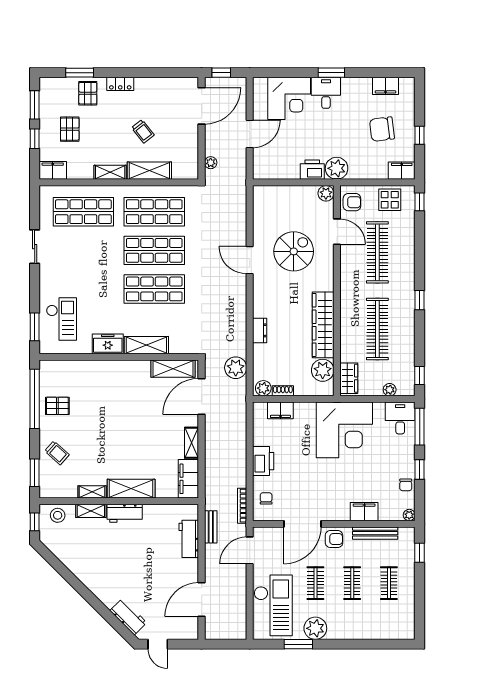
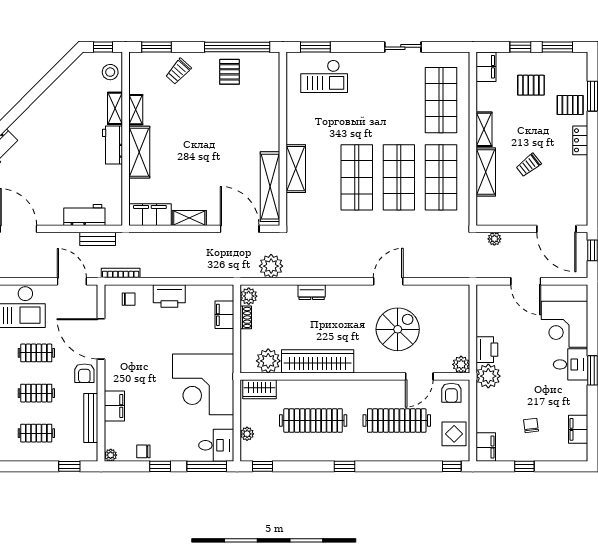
chair: (382, 129) -> (531, 425), width x0.54, depth x0.54
spiral stairs: (294, 251) -> (398, 329), turned -90
freezer: (108, 344) -> (297, 127), removed
shelving: (173, 369) -> (270, 187), width x1.47

